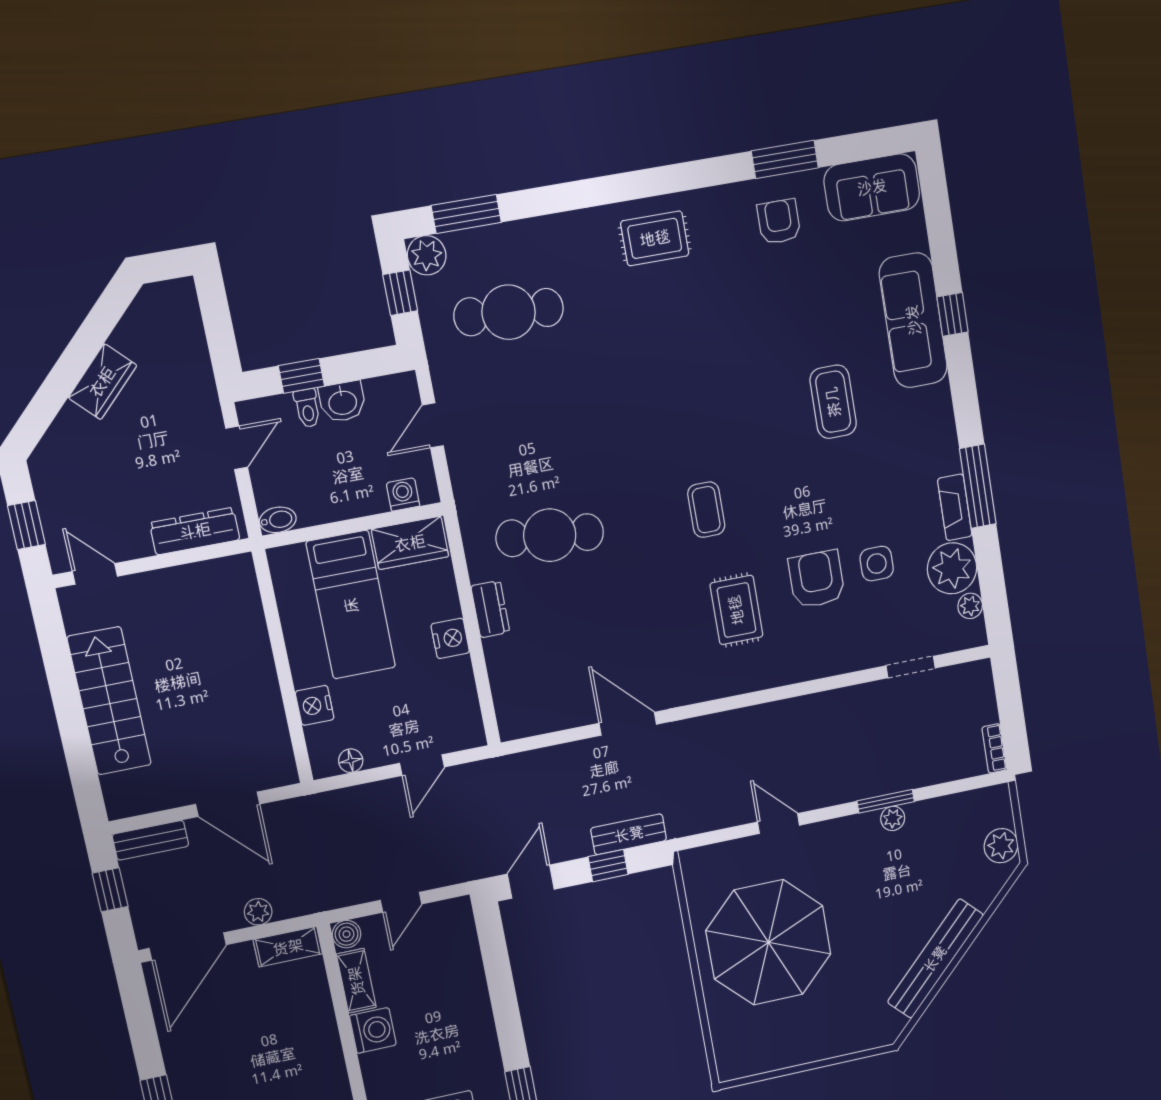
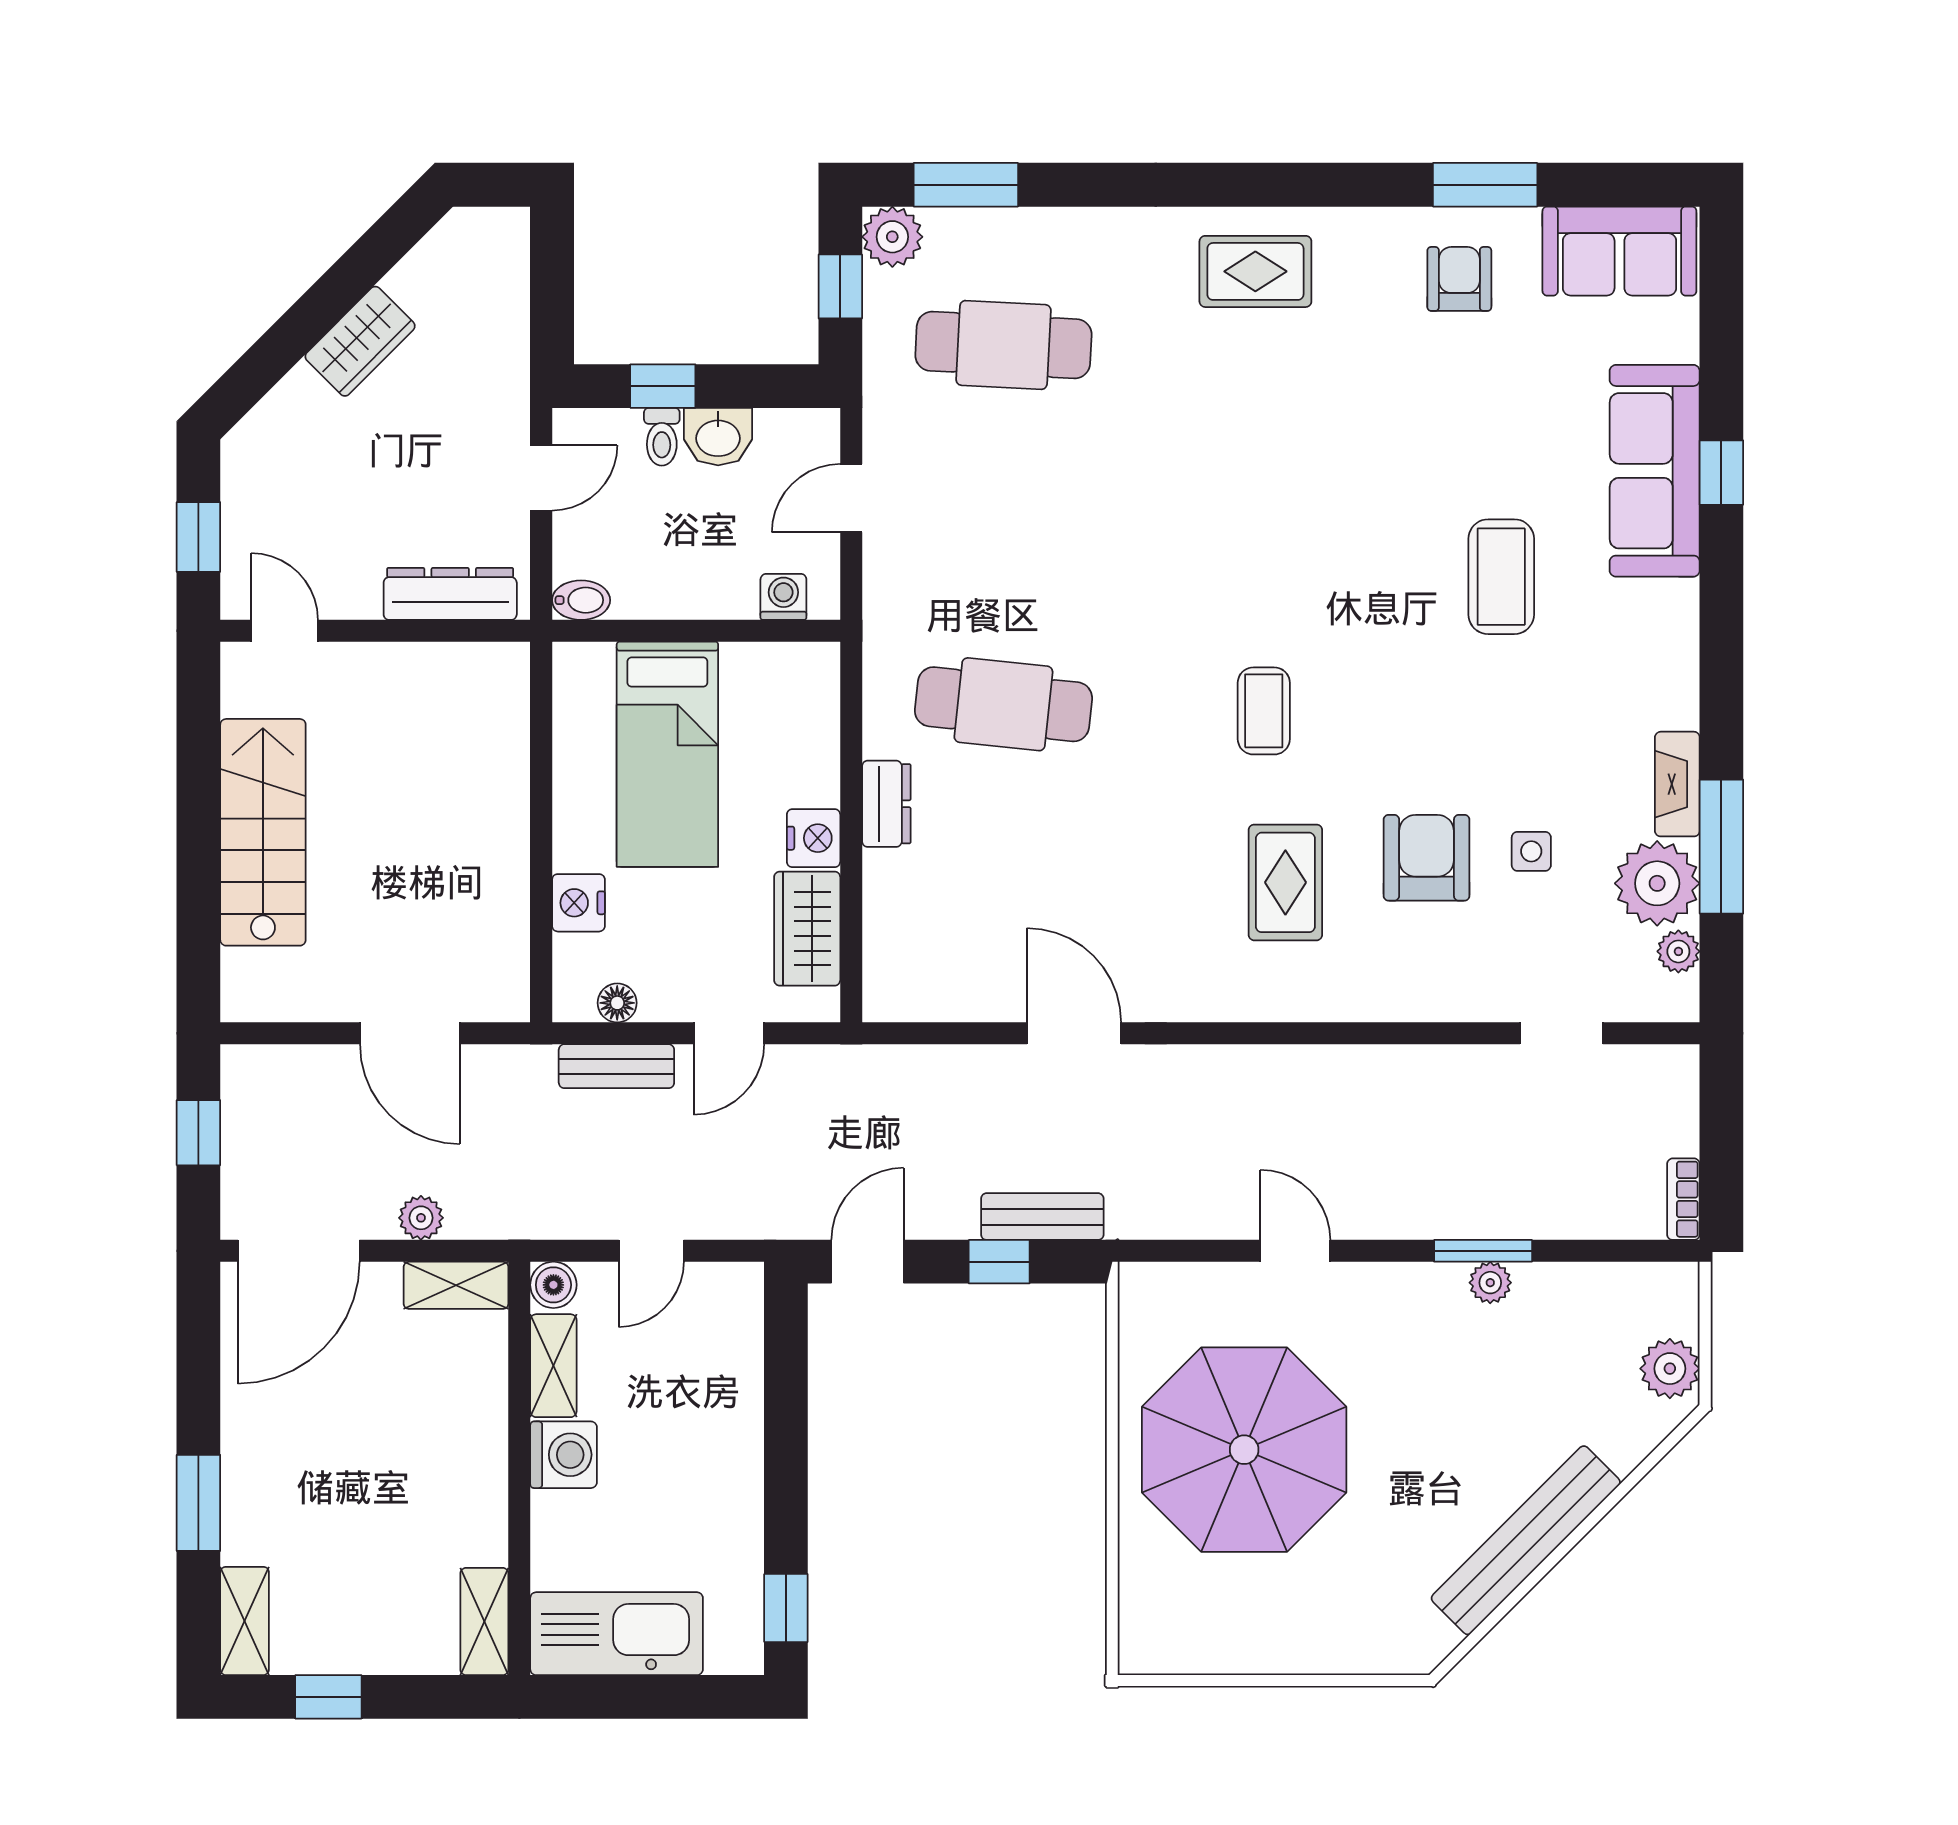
window: (978, 486) -> (1721, 847), moved
wardrobe: (410, 543) -> (807, 929), moved, turned 90
side table: (877, 564) -> (1531, 851), width x0.73, depth x0.73
bench: (150, 840) -> (616, 1066), moved

